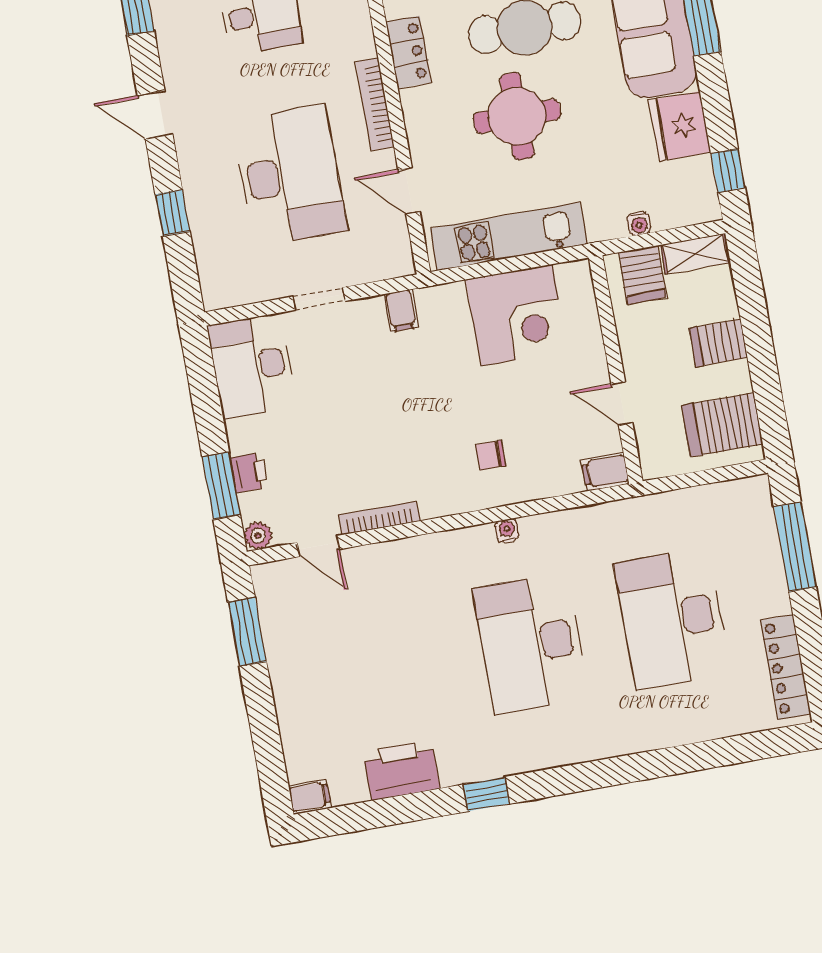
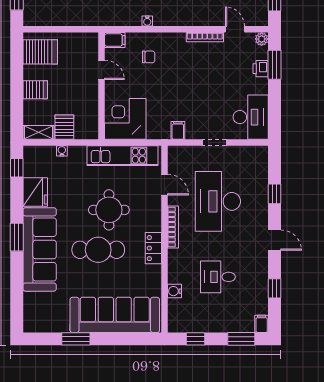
wall: (616, 369) -> (102, 86), moved
door: (622, 403) -> (102, 70), moved
filing cabinet: (605, 472) -> (115, 40), moved

